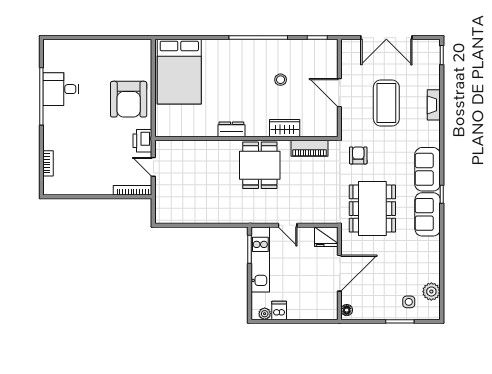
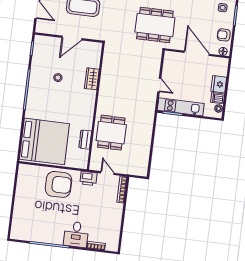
bed: (179, 72) -> (44, 141), width x1.36
desk: (61, 89) -> (76, 234), moved
dresser: (231, 129) -> (85, 140), moved
piano: (310, 148) -> (108, 63), removed
armchair: (358, 155) -> (224, 35), moved
dining table: (260, 165) -> (111, 133), moved, turned 90
door: (153, 167) -> (107, 173), swing flipped
door: (288, 225) -> (159, 85), hinge flipped
fridge: (326, 237) -> (219, 84), moved, turned 180

